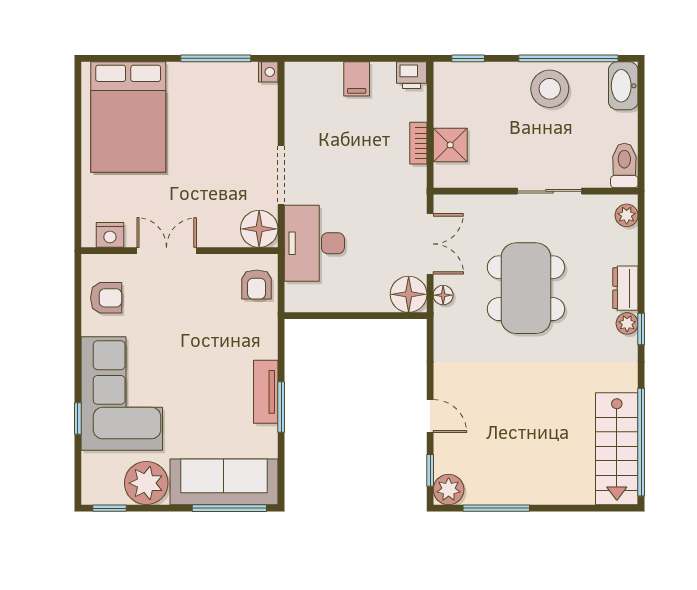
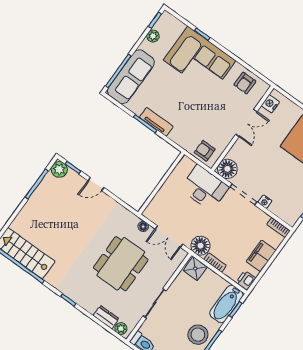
nightstand: (268, 72) -> (265, 202), moved
filing cabinet: (357, 79) -> (261, 256), width x2.00
bathtub: (470, 79) -> (226, 304), added
bookcase: (293, 84) -> (278, 228), added
shower: (450, 145) -> (195, 269), moved
dining table: (526, 288) -> (121, 264), turned 90
dresser: (625, 288) -> (106, 317), moved
floor lamp: (409, 294) -> (200, 246), moved
plant: (627, 323) -> (75, 296), removed
plant: (146, 483) -> (153, 36), width x0.53, depth x0.53

